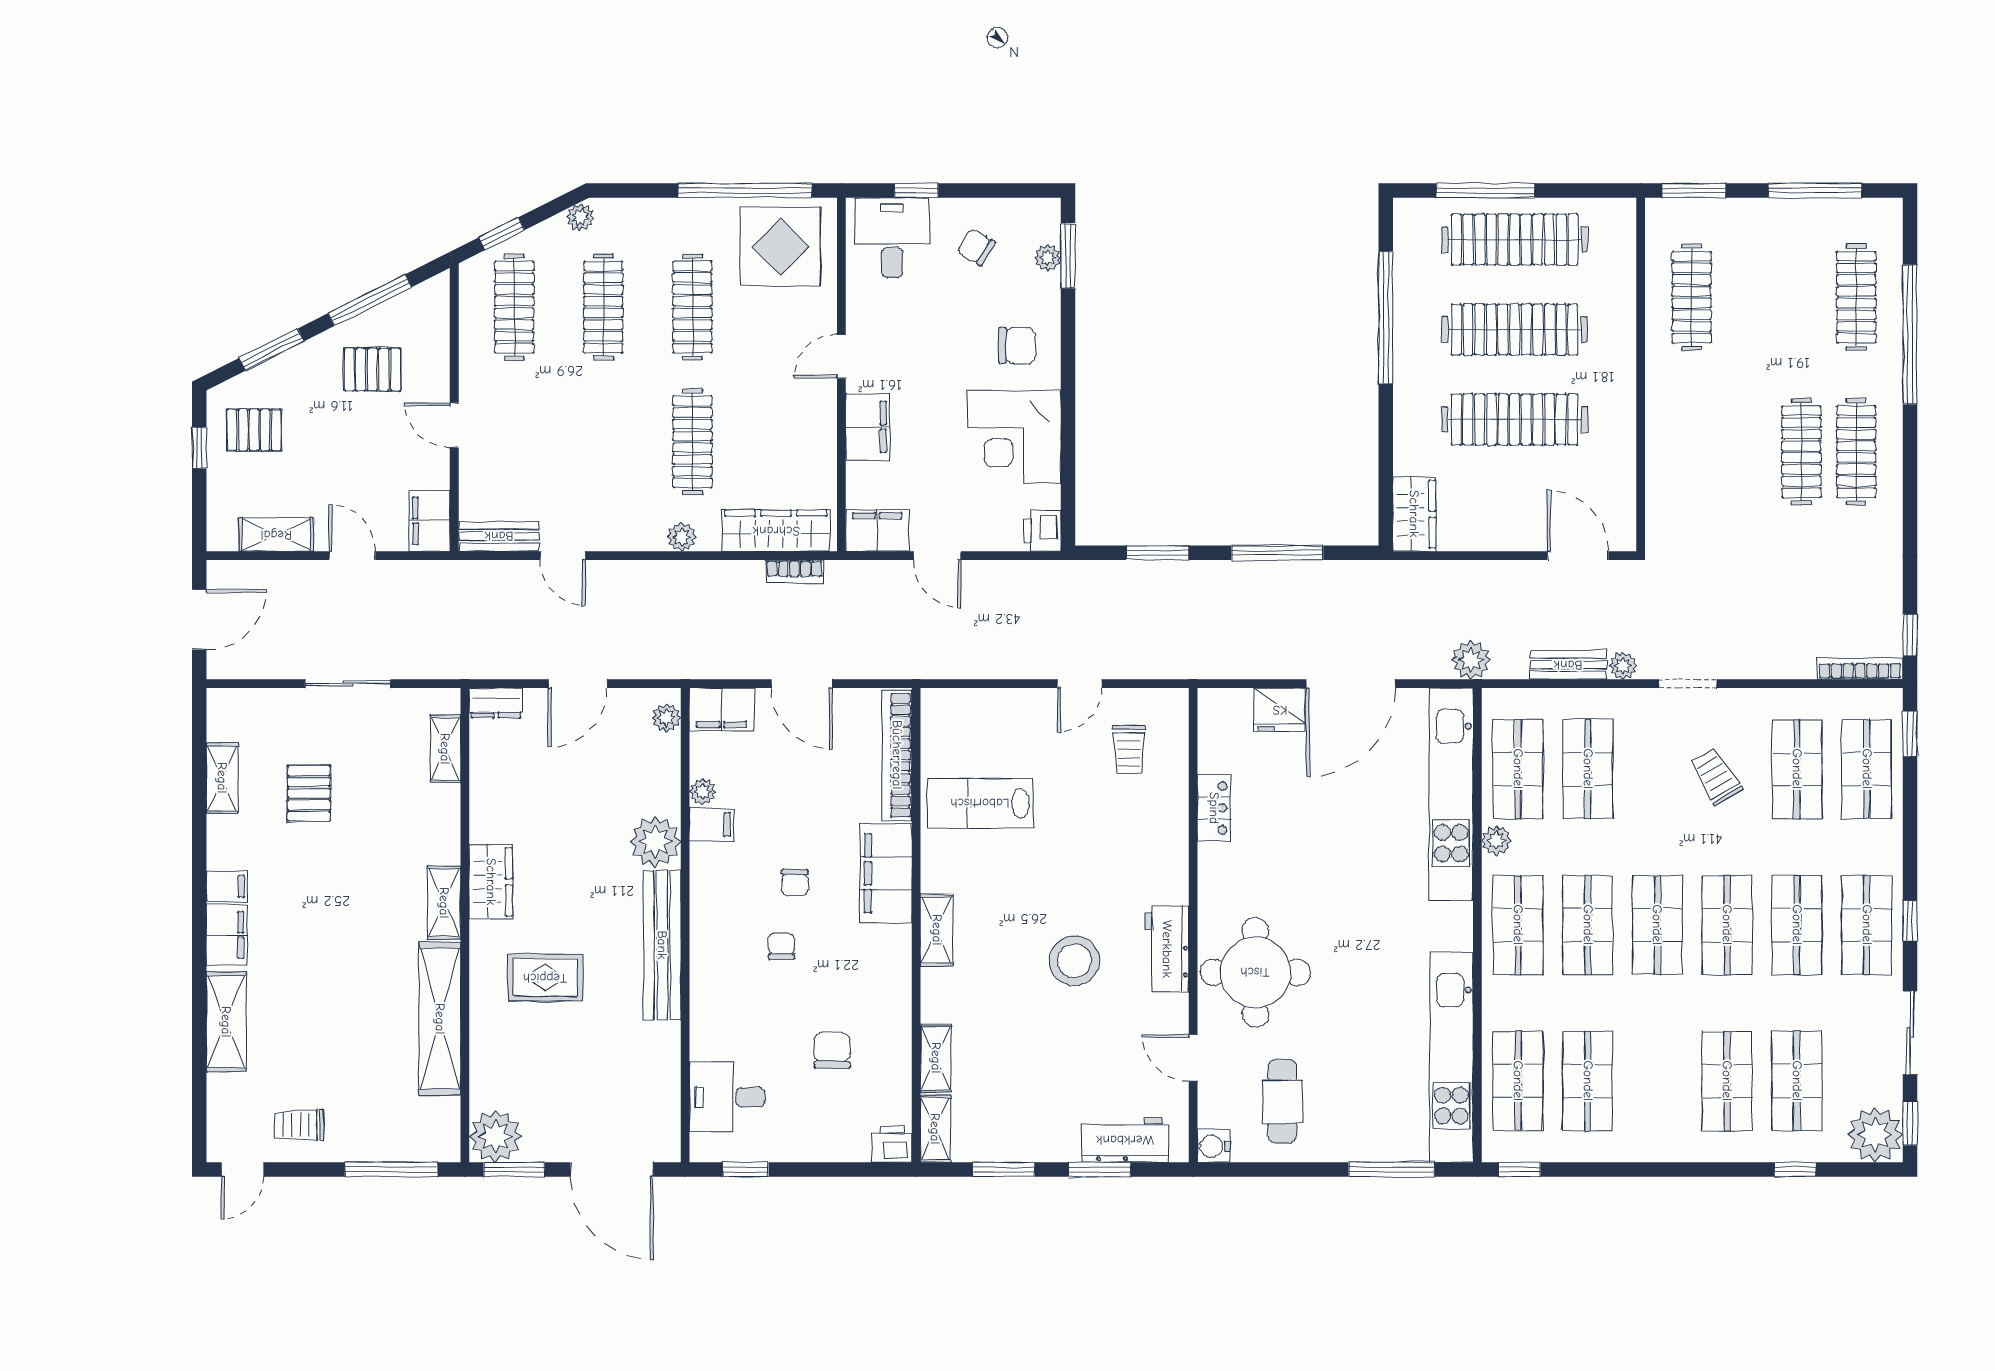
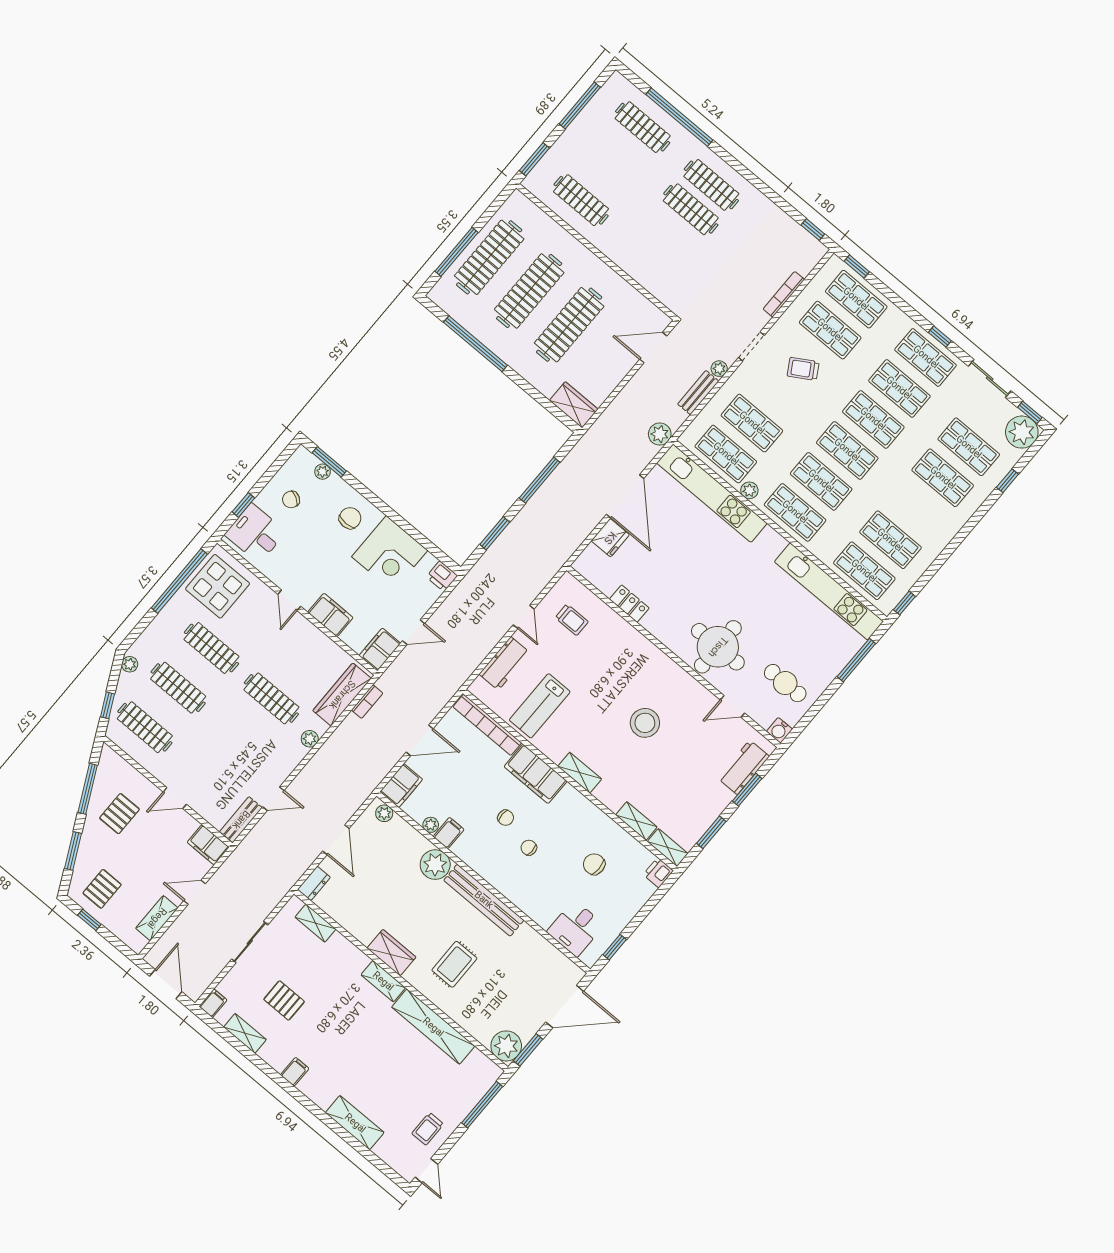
bookcase: (1860, 668) -> (784, 294), moved
filing cabinet: (227, 935) -> (213, 1003), moved, width x0.50
workbench: (1167, 949) -> (505, 663), moved, turned -90

